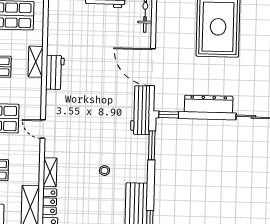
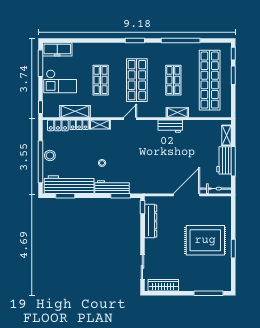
door: (153, 67) -> (187, 195), moved
dresser: (209, 104) -> (151, 221), moved
workbench: (140, 110) -> (112, 187), moved

